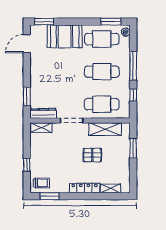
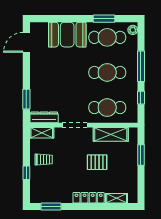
window: (44, 22) -> (45, 19), removed
window: (111, 22) -> (104, 19), moved
trolley: (41, 183) -> (44, 160), moved

